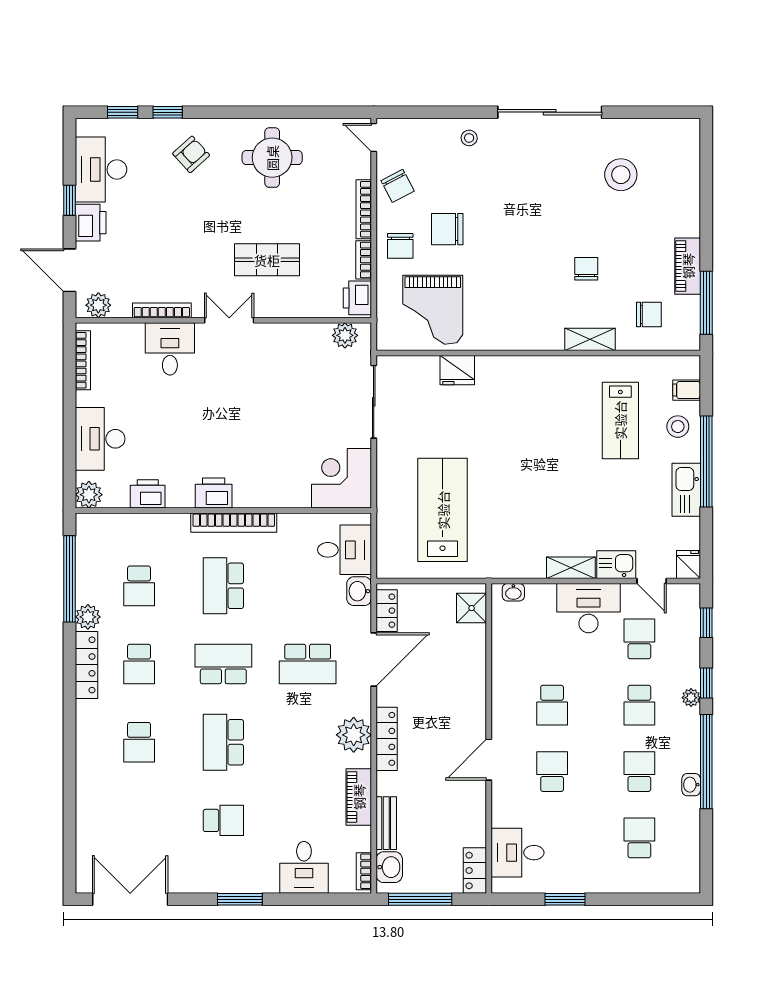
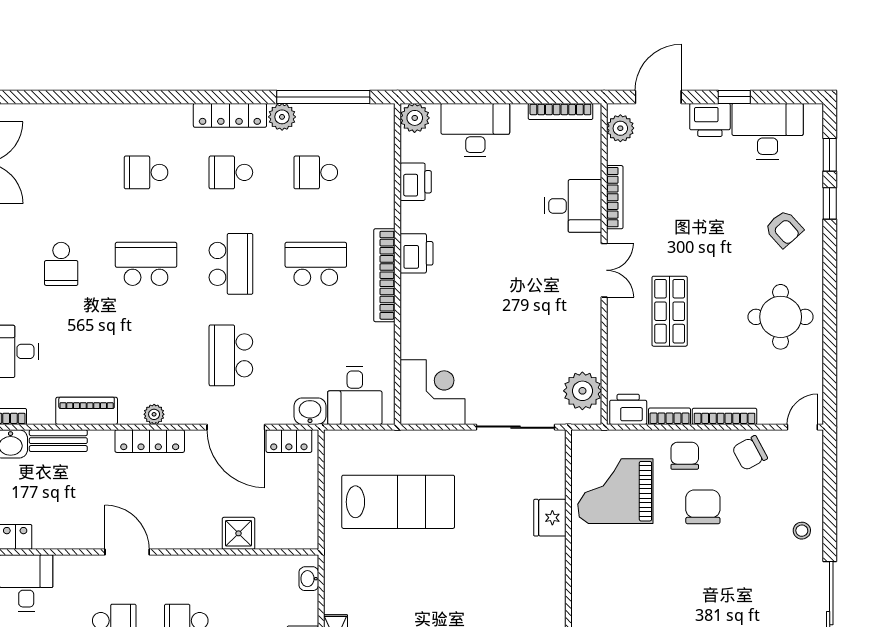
chair: (400, 246) -> (685, 456), turned 90
plant: (345, 335) -> (582, 391), width x1.36, depth x1.36
shower: (472, 608) -> (238, 533), moved
plant: (354, 735) -> (154, 414), width x0.53, depth x0.53

